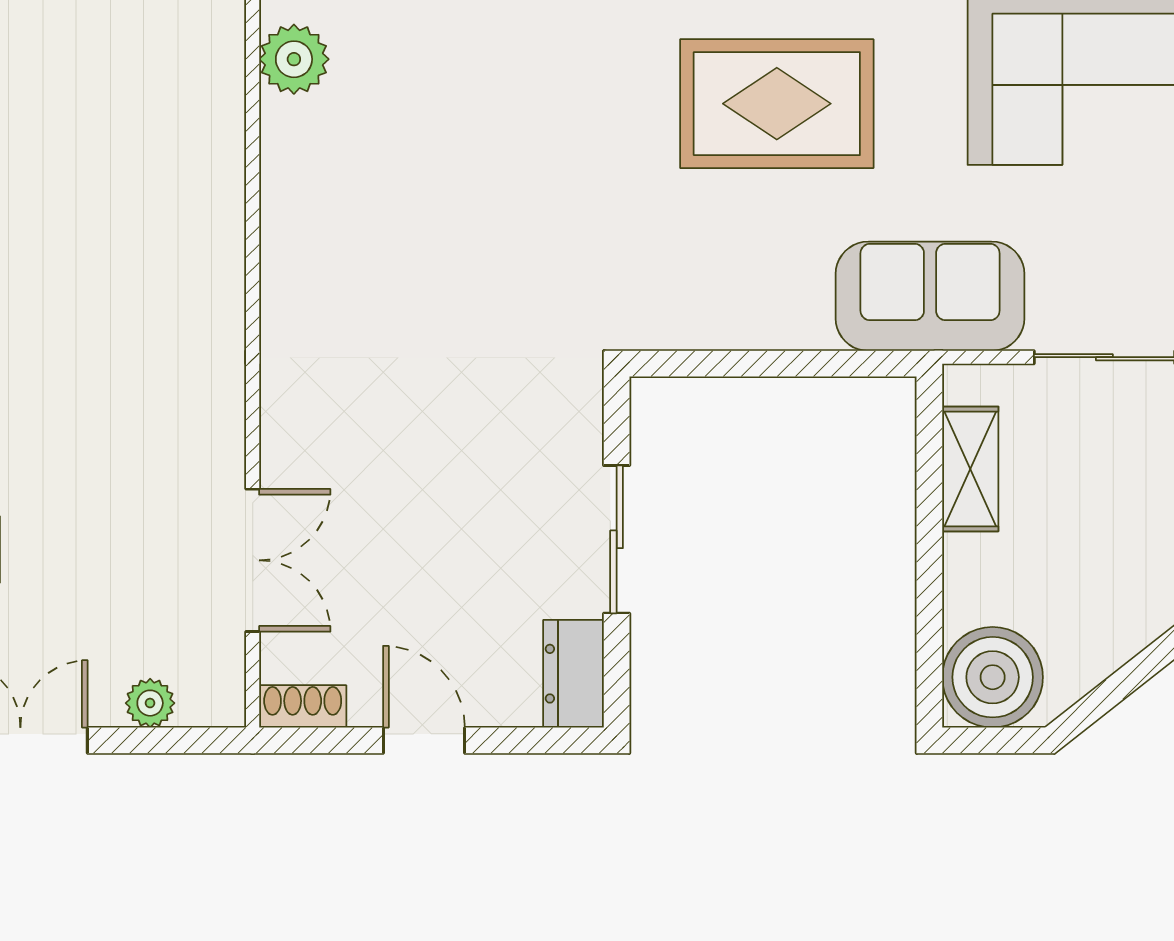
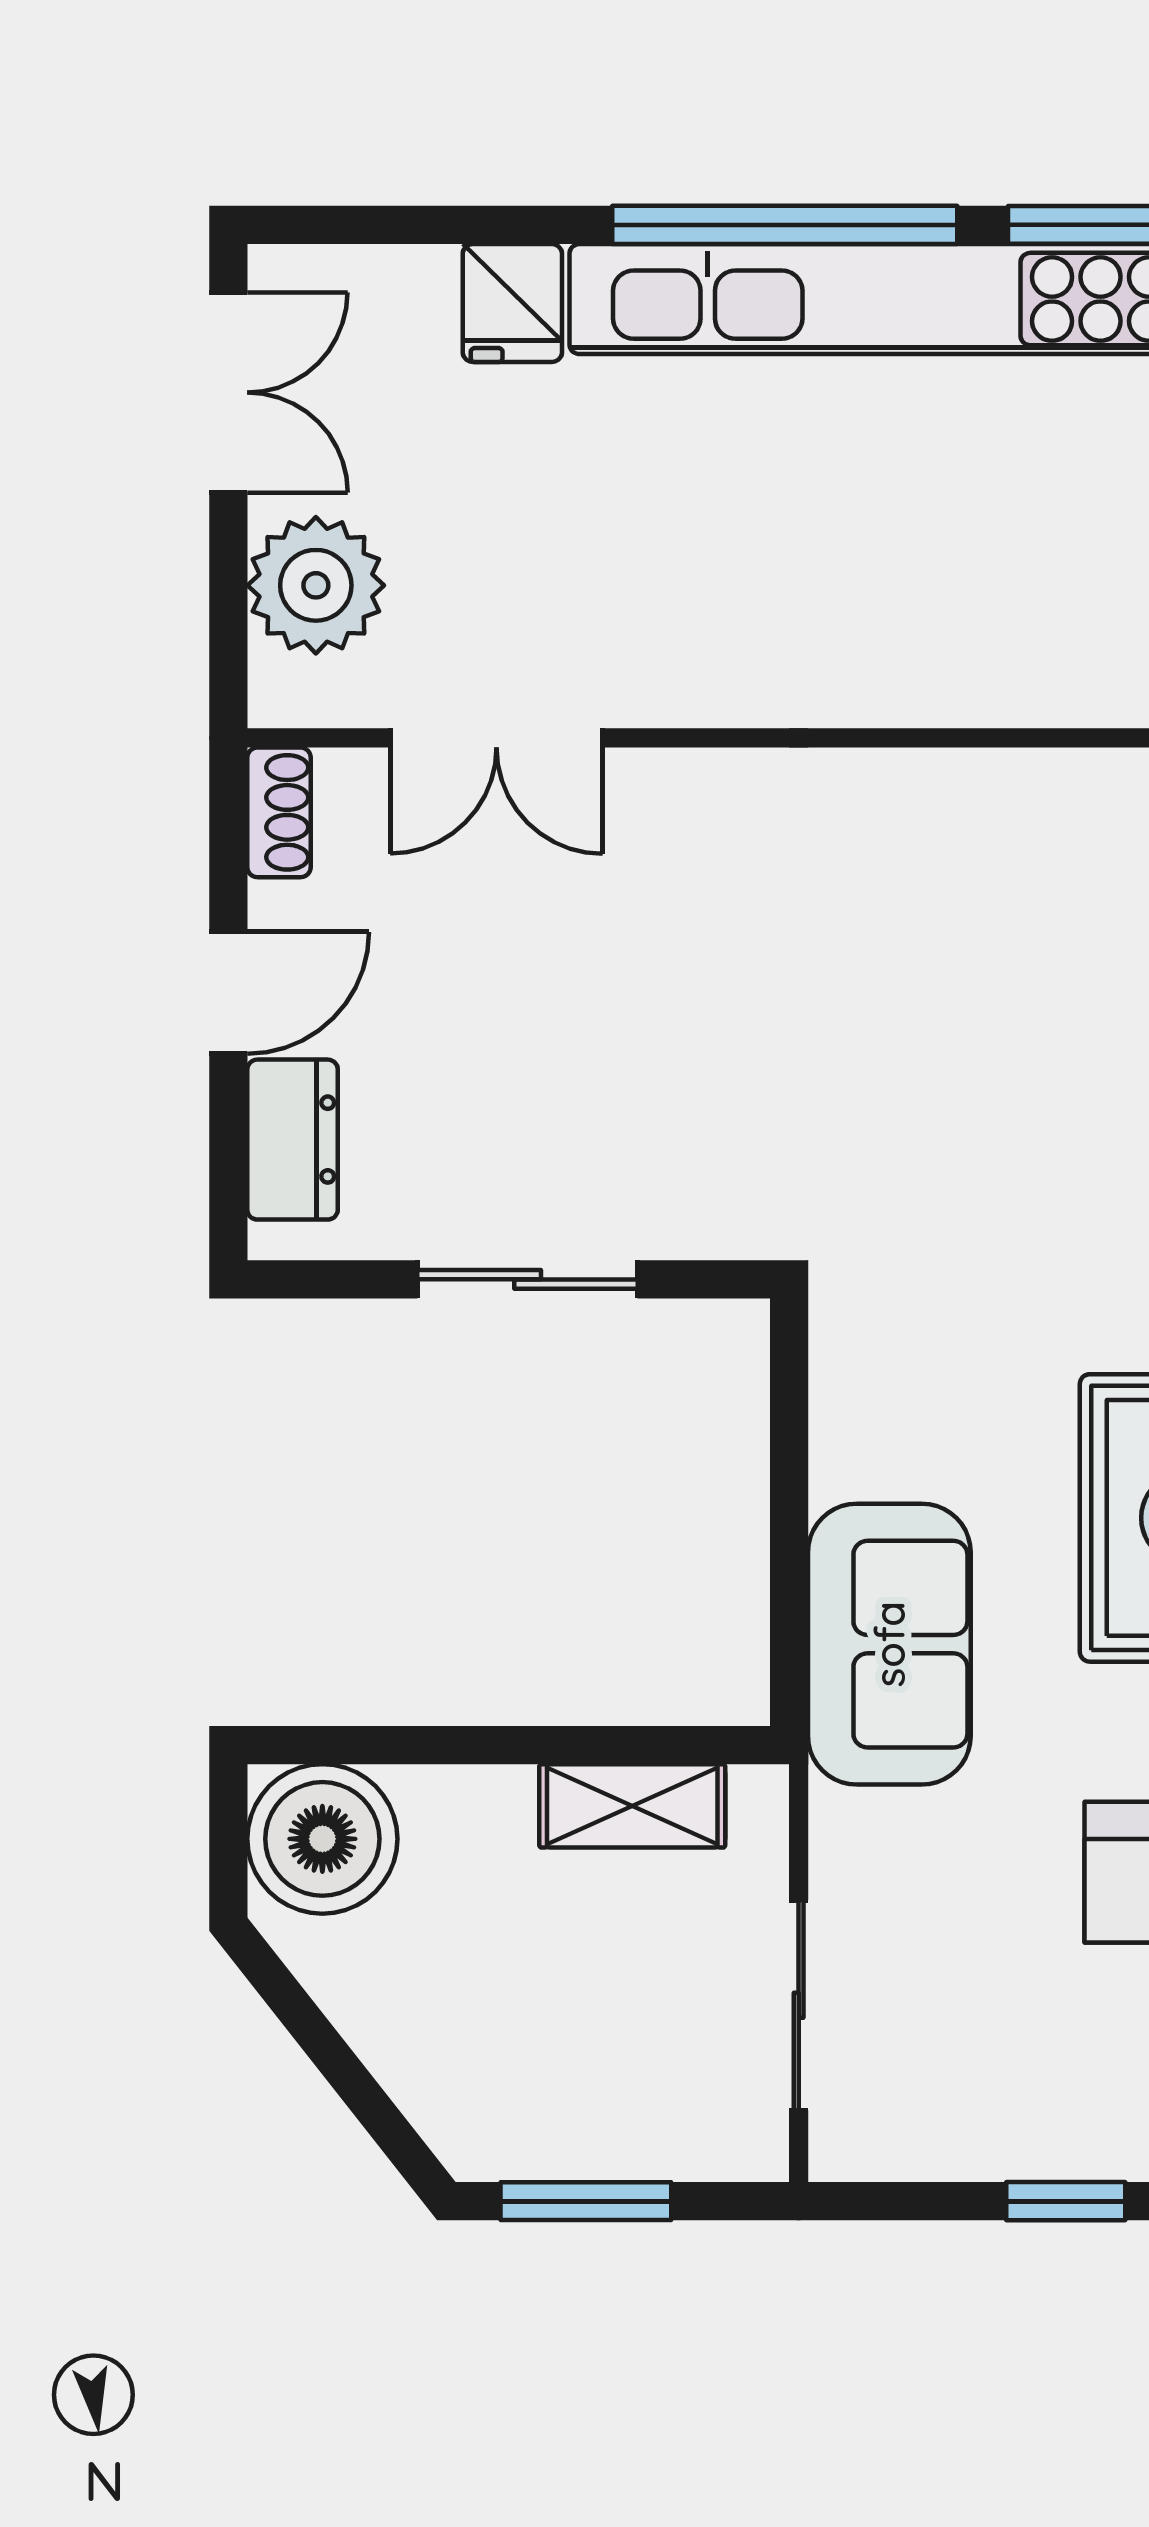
sofa: (930, 296) -> (889, 1644), moved
dresser: (574, 674) -> (293, 1140), moved, turned 90
plant: (150, 703) -> (316, 585), width x1.88, depth x1.88

